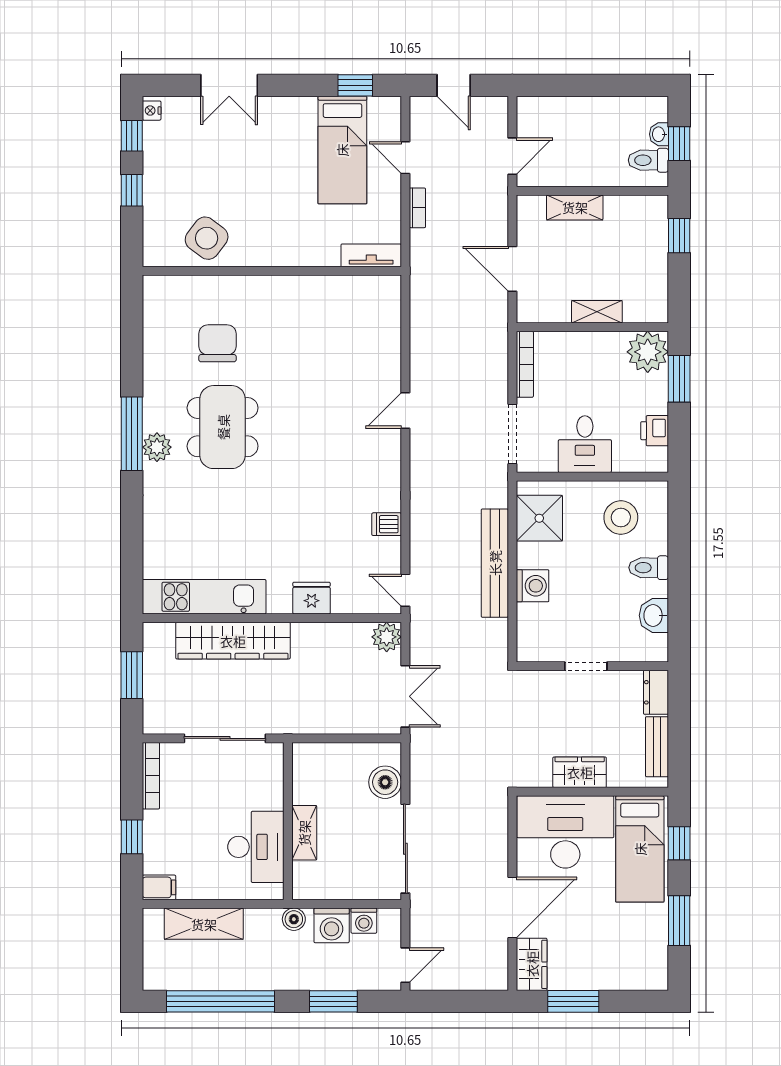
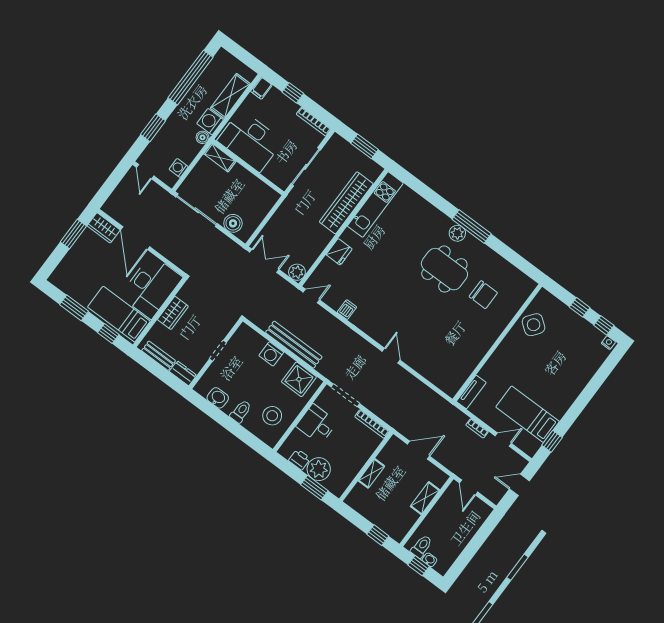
double door: (229, 85) -> (594, 385), removed
plant: (648, 352) -> (319, 469), moved
double door: (405, 696) -> (264, 261), swing flipped
shelving: (304, 833) -> (220, 158), moved
desk: (256, 847) -> (250, 141), width x1.36, depth x1.30
washing machine: (332, 925) -> (210, 122), moved

